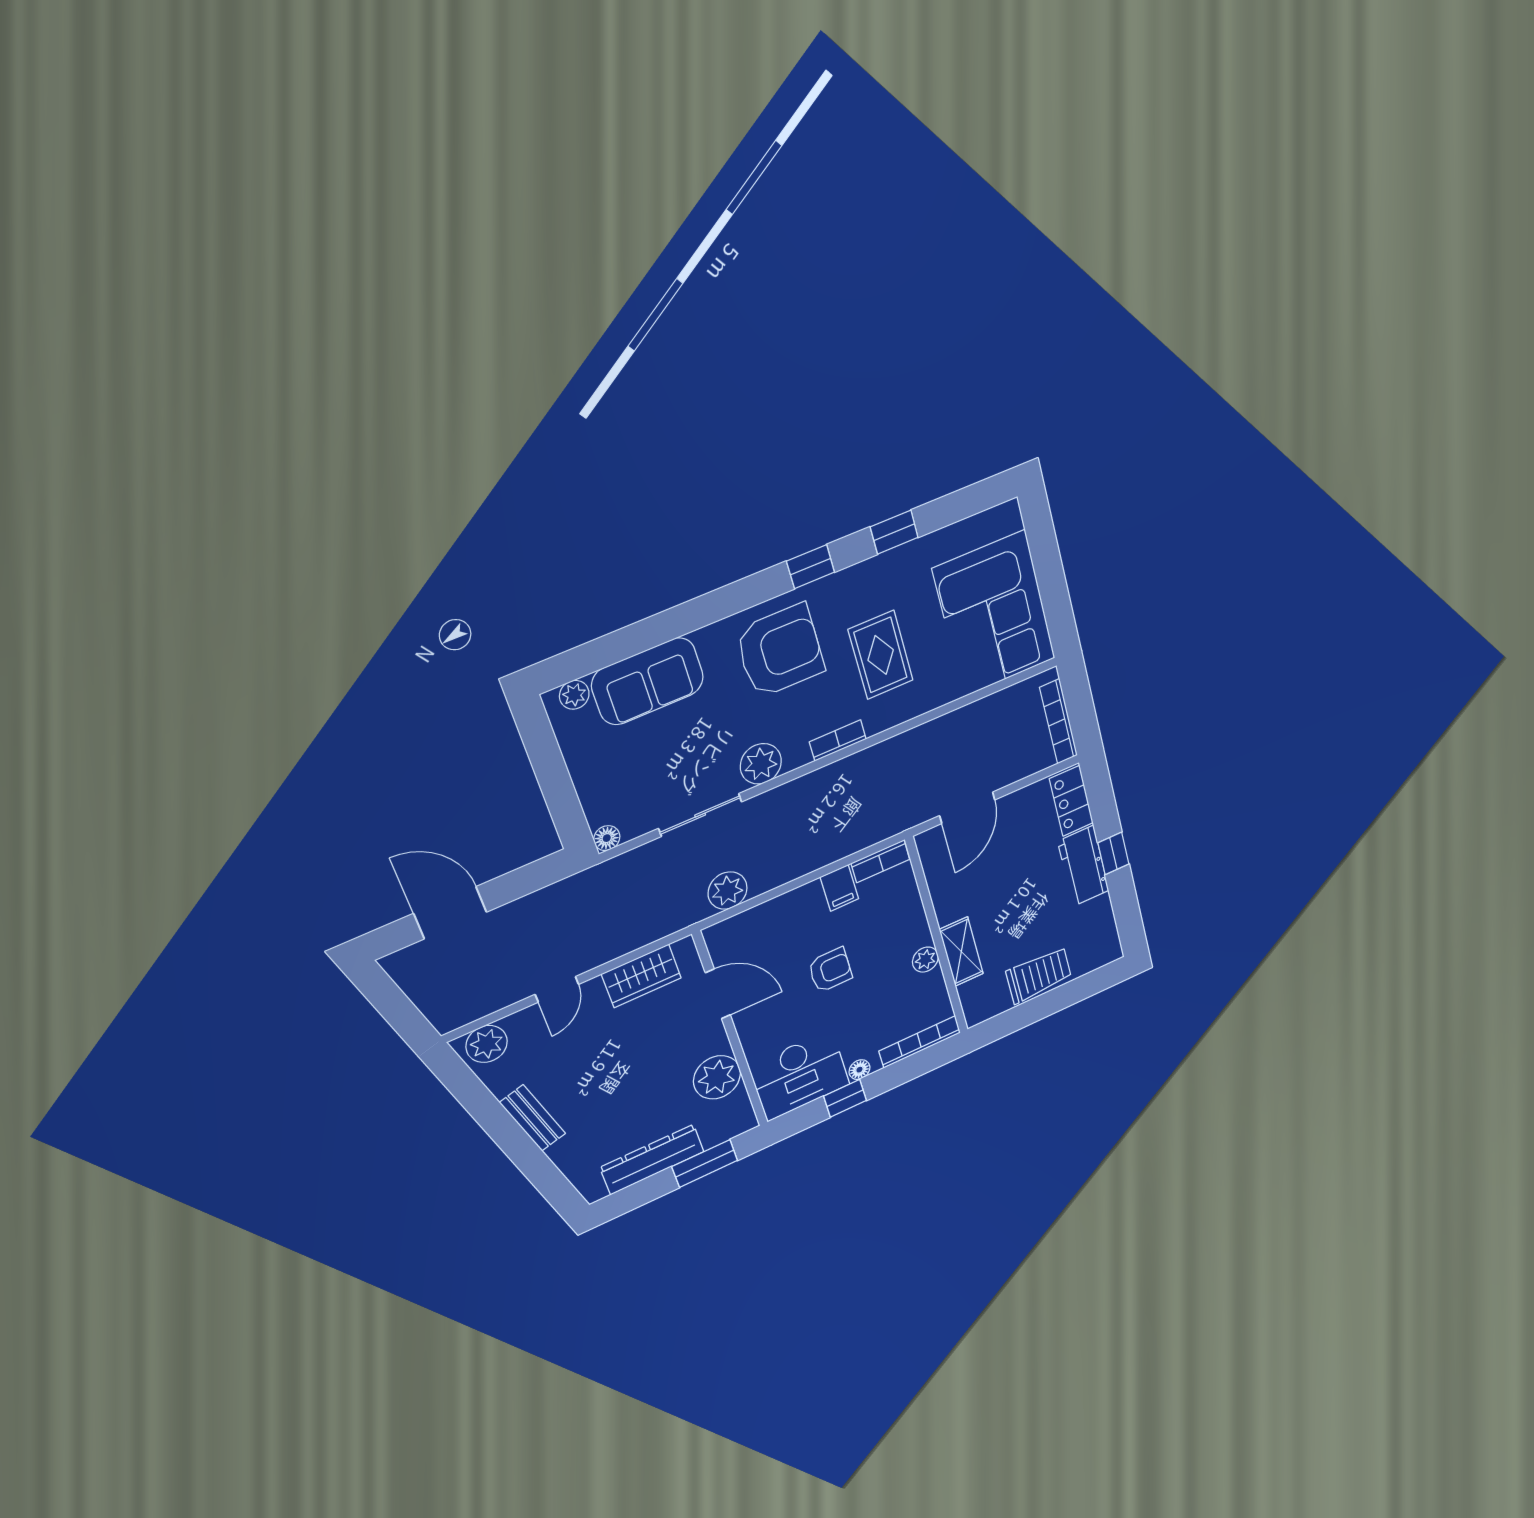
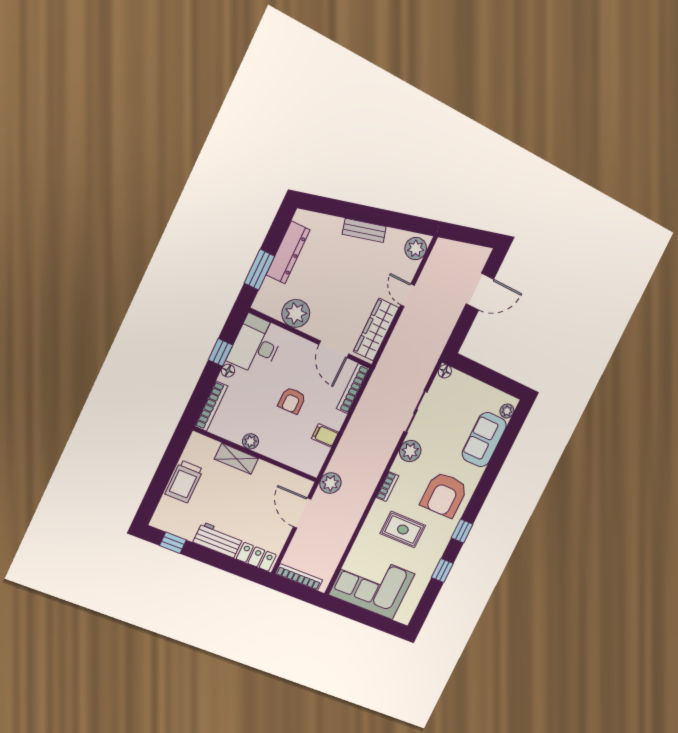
window: (1113, 853) -> (173, 543), moved
bookcase: (880, 861) -> (353, 389), moved, width x1.56
plant: (728, 891) -> (330, 483), moved
wardrobe: (641, 976) -> (376, 330), width x1.50
door: (718, 994) -> (334, 349), hinge flipped

